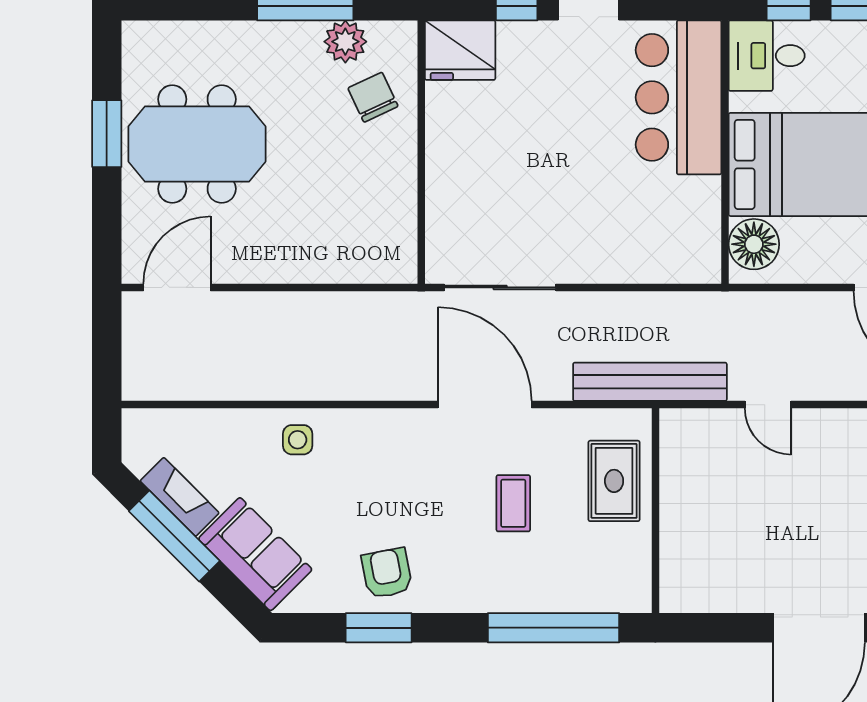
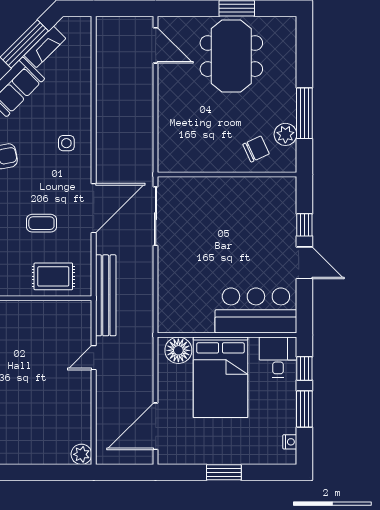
fridge: (460, 50) -> (281, 195), removed
side table: (298, 440) -> (66, 143), moved

